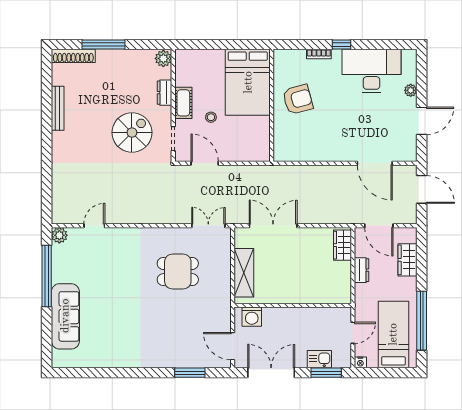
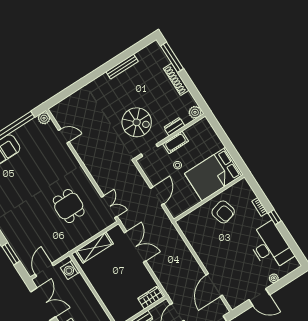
window: (103, 44) -> (172, 57), moved
shoe rack: (73, 56) -> (176, 79), moved
door: (205, 163) -> (157, 196), moved

